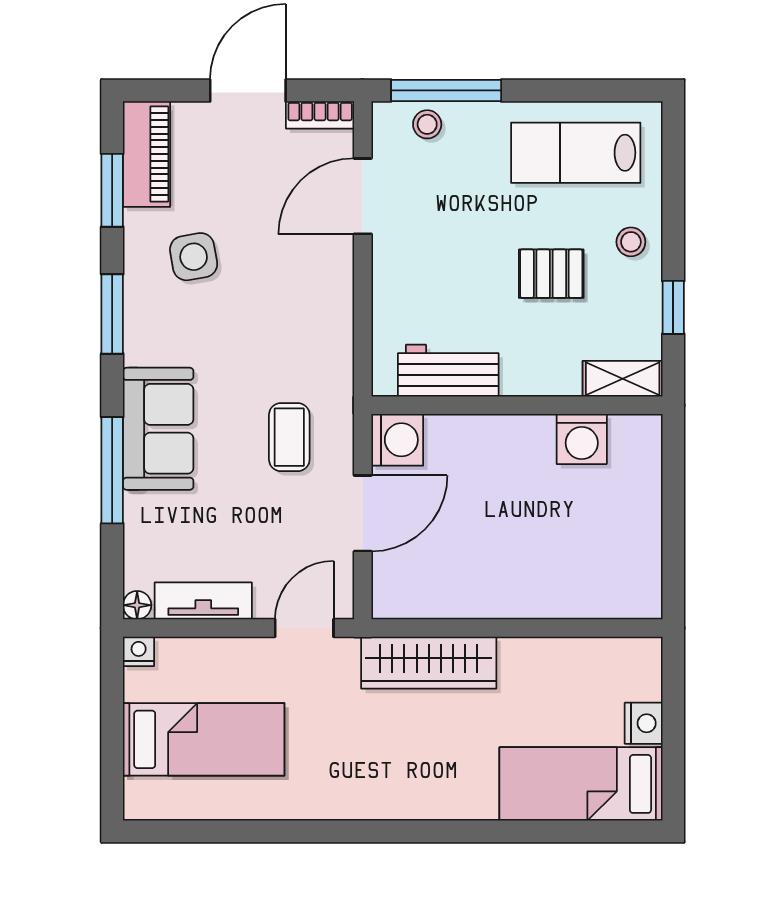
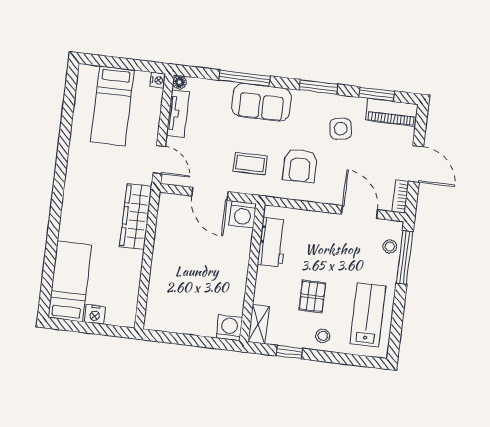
armchair: (281, 332) -> (300, 165), added
washing machine: (582, 439) -> (229, 328), moved, turned 90

